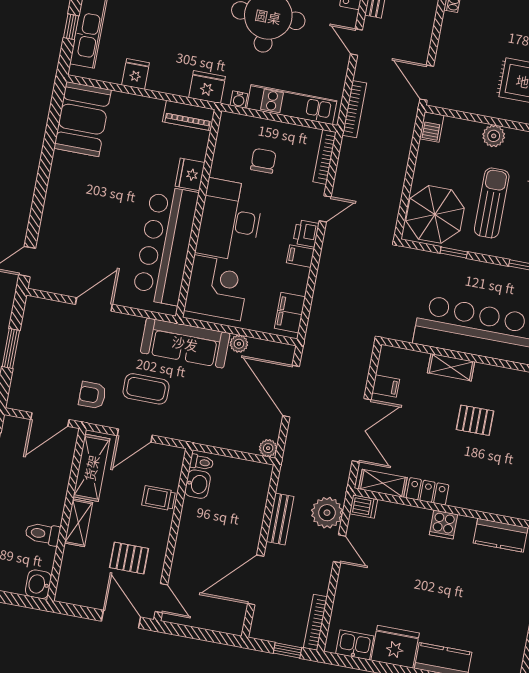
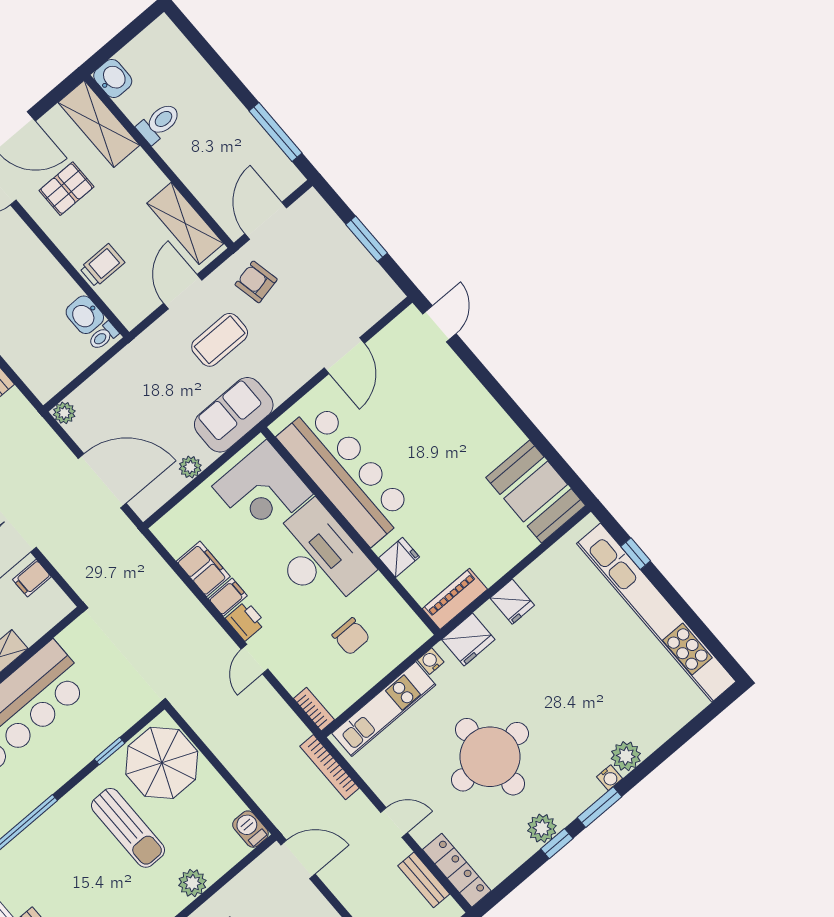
fridge: (136, 74) -> (512, 602), moved
bookcase: (325, 157) -> (314, 709), width x0.64
fridge: (190, 174) -> (399, 557), width x0.72
filing cabinet: (290, 313) -> (203, 569), moved
sofa: (185, 343) -> (234, 415), width x0.73
armchair: (92, 395) -> (256, 282), turned -102
shelving: (79, 523) -> (99, 124), moved, width x1.50, depth x1.33

